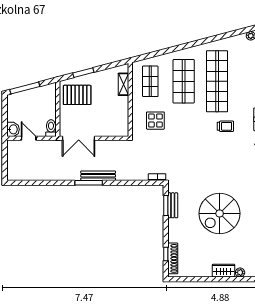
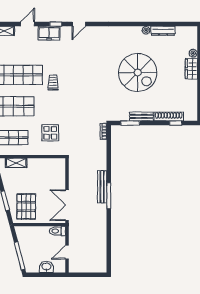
trolley: (225, 126) -> (53, 83), moved
washbasin: (13, 129) -> (46, 267), moved
double door: (79, 138) -> (67, 205), swing flipped
bench: (173, 205) -> (141, 116), moved
shoe rack: (173, 258) -> (169, 116), moved

